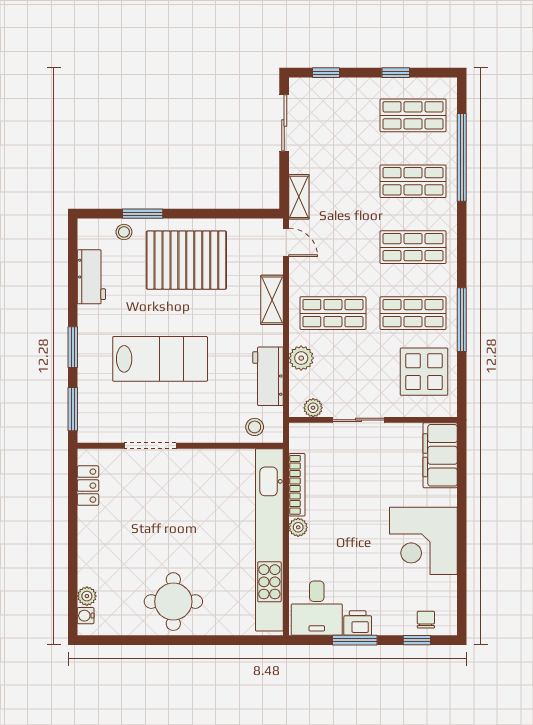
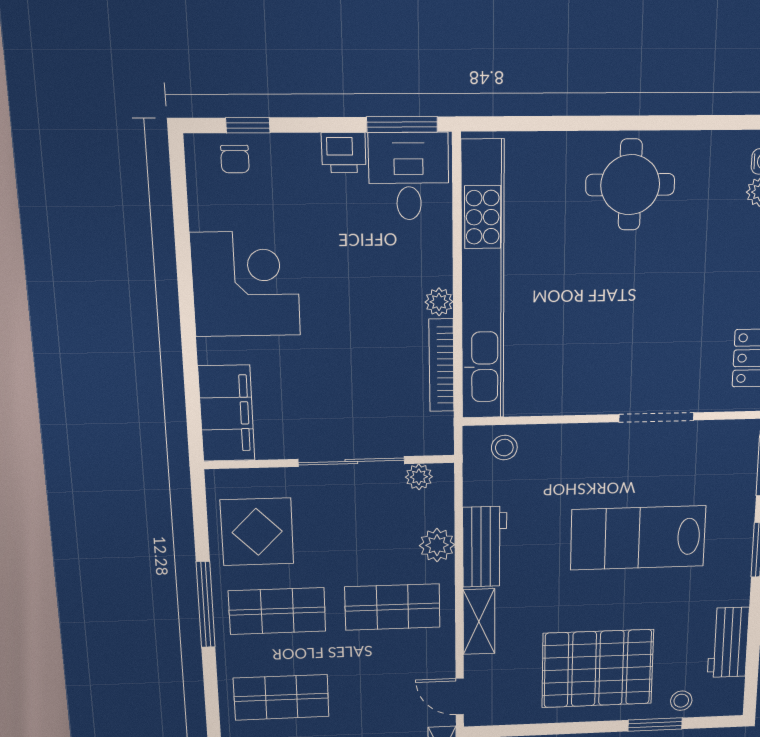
workbench: (268, 376) -> (485, 547), moved
sliding door: (359, 420) -> (351, 462), width x1.37
window: (355, 640) -> (402, 124), moved

